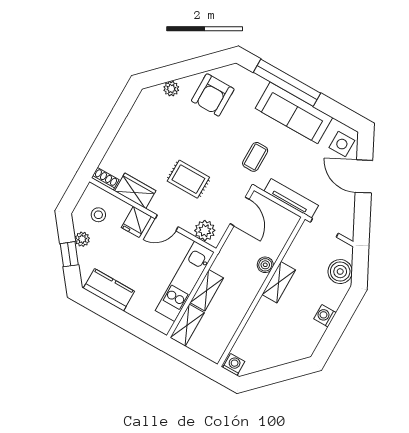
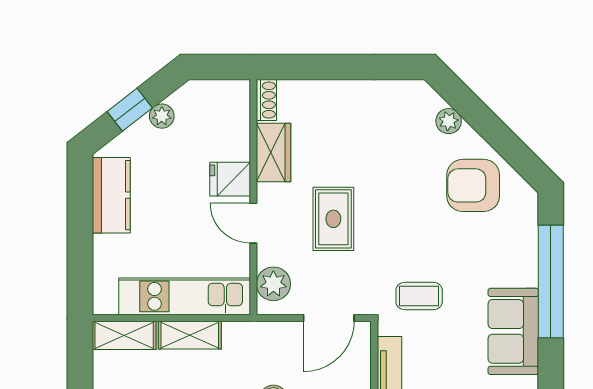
sofa: (294, 113) -> (513, 331), width x0.73
stool: (98, 215) -> (210, 119), removed

